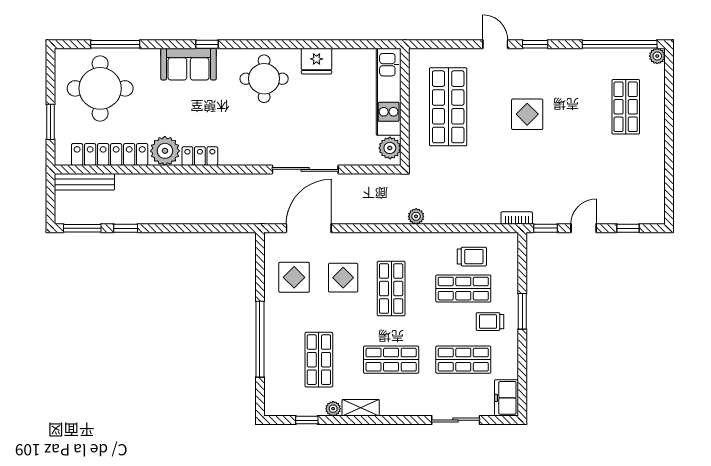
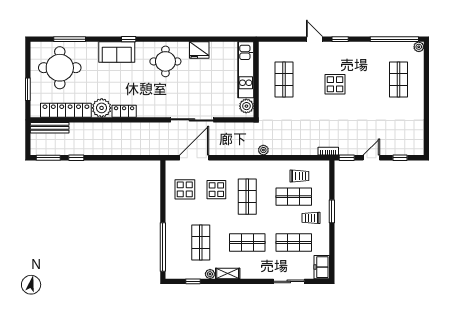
shop shelf: (448, 107) -> (284, 80), width x0.70, depth x0.74
window: (260, 339) -> (163, 247), moved

